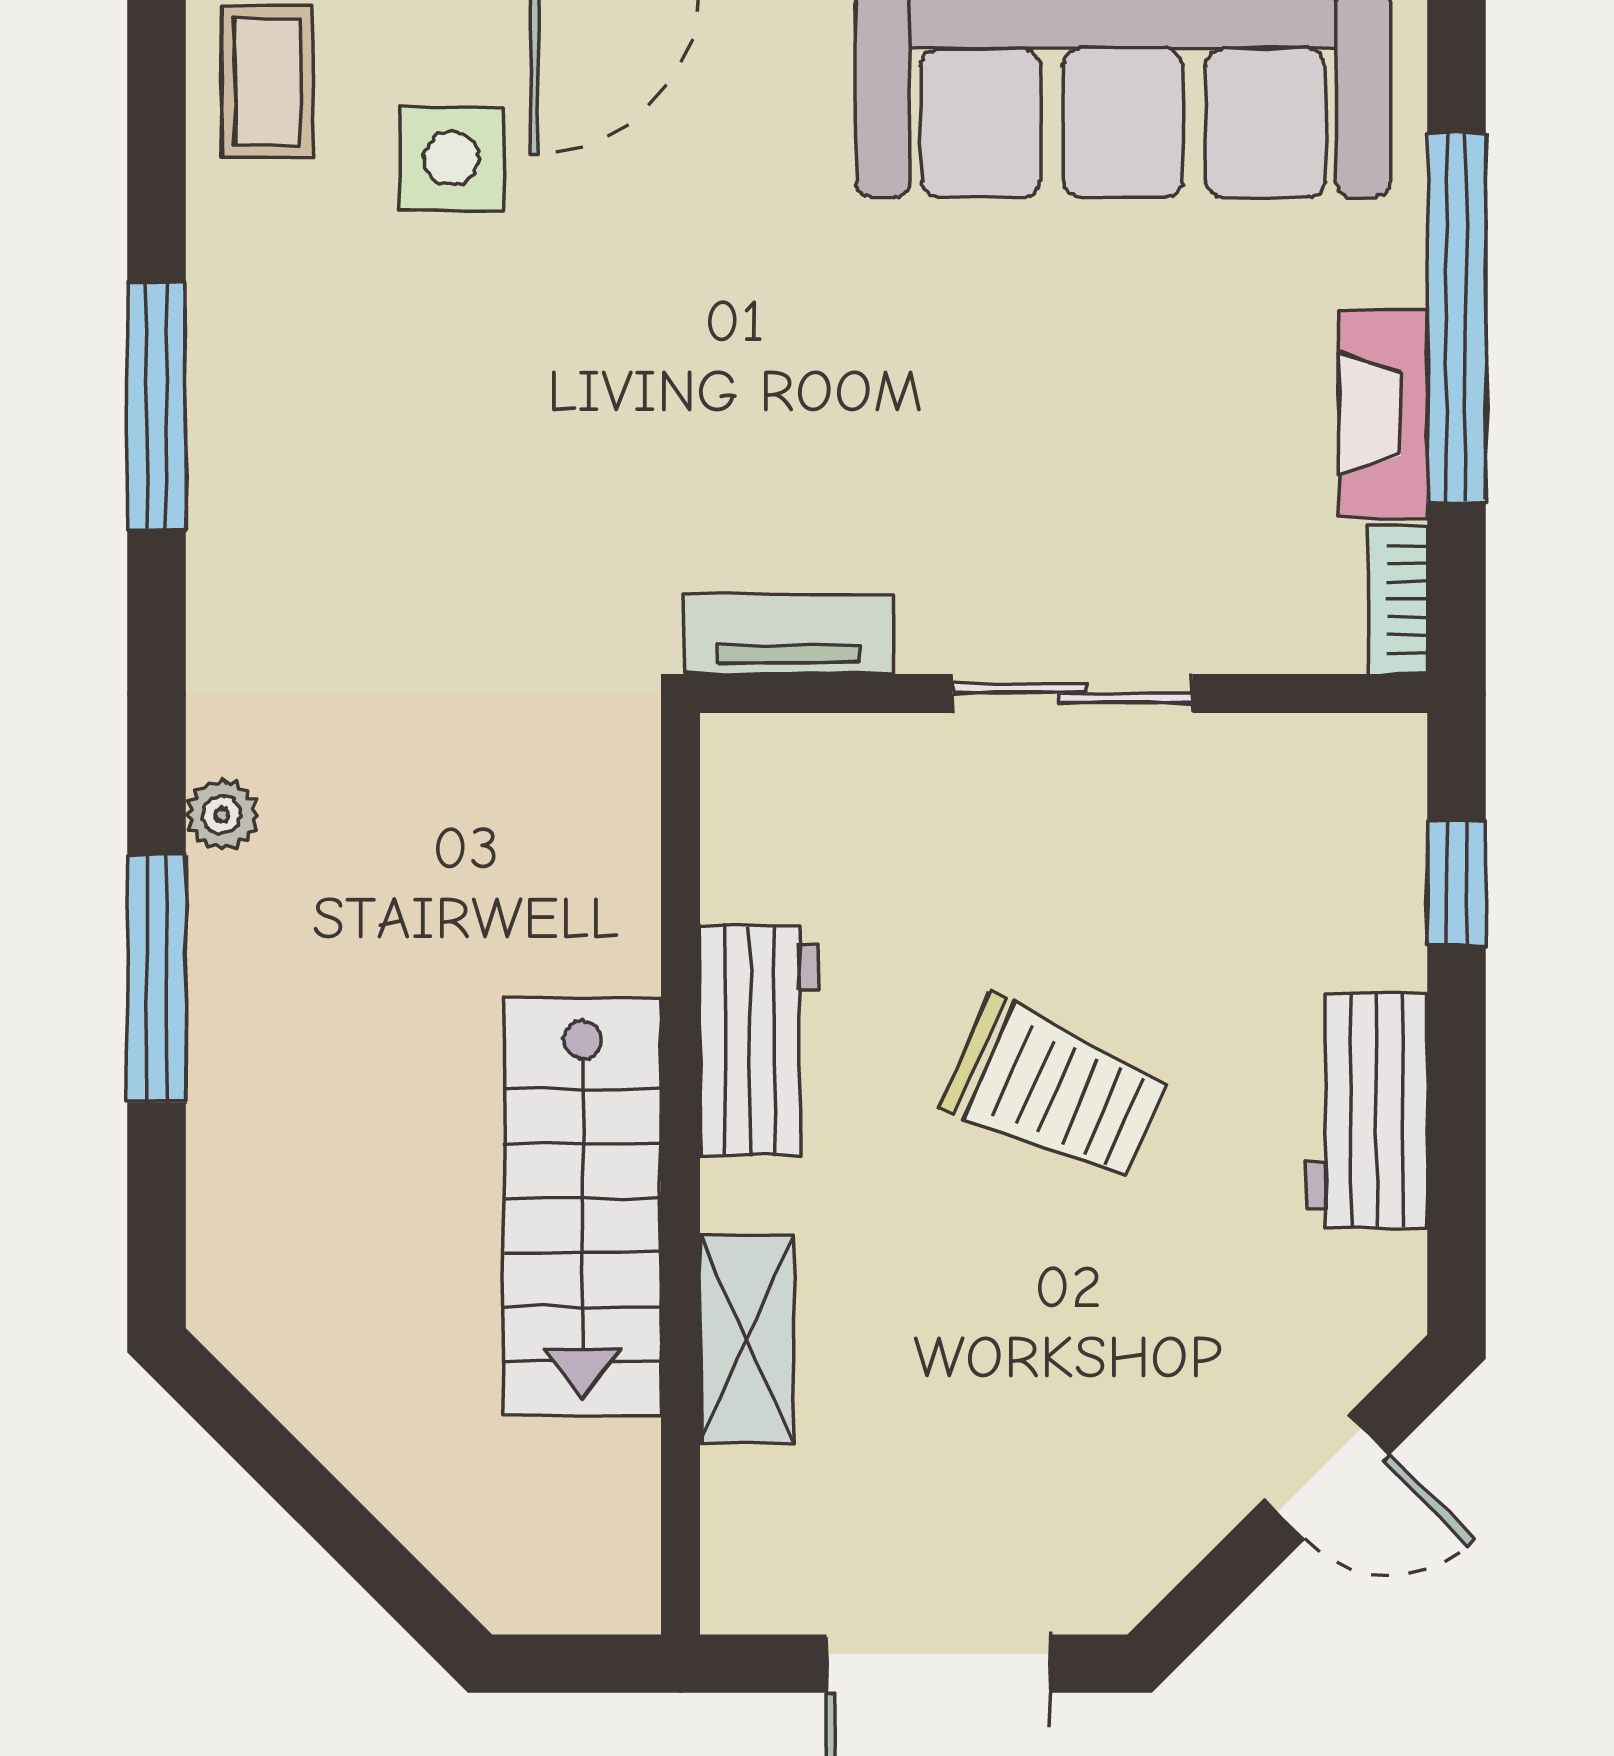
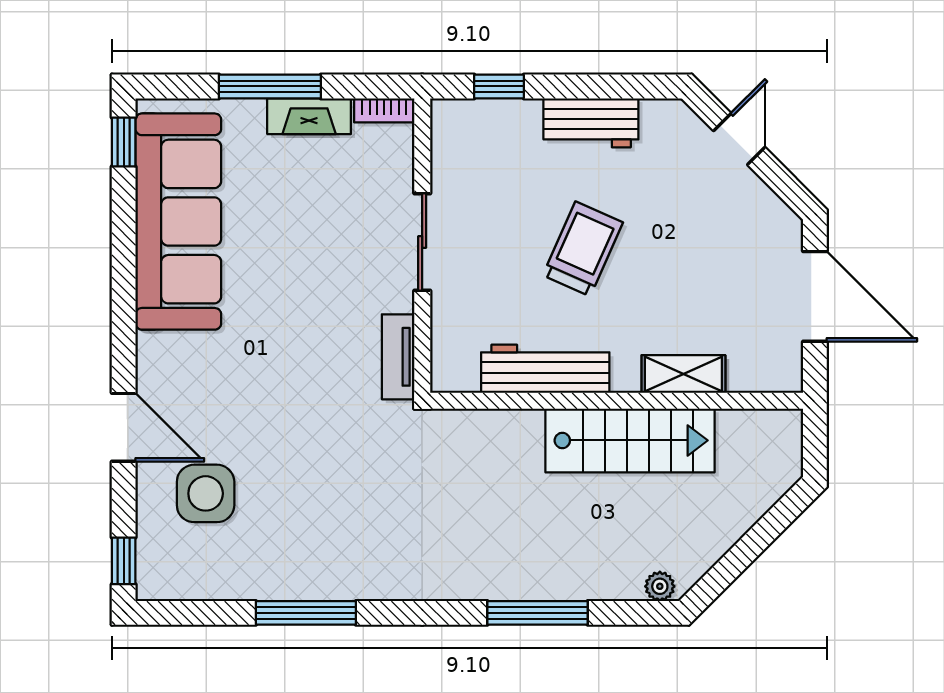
coffee table: (267, 82) -> (175, 568), removed
side table: (451, 159) -> (206, 493), width x1.37, depth x1.37
window: (1457, 317) -> (270, 86), width x0.68
plant: (222, 815) -> (660, 586), moved
workbench: (759, 1041) -> (545, 369), width x1.38

